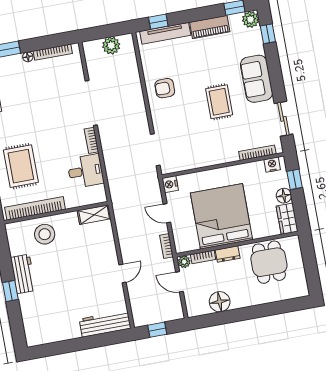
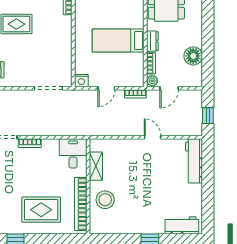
desk: (85, 171) -> (73, 153), moved
shelving: (94, 215) -> (96, 166), moved
bed: (221, 216) -> (118, 41), width x0.49
workbench: (23, 274) -> (182, 225), moved

